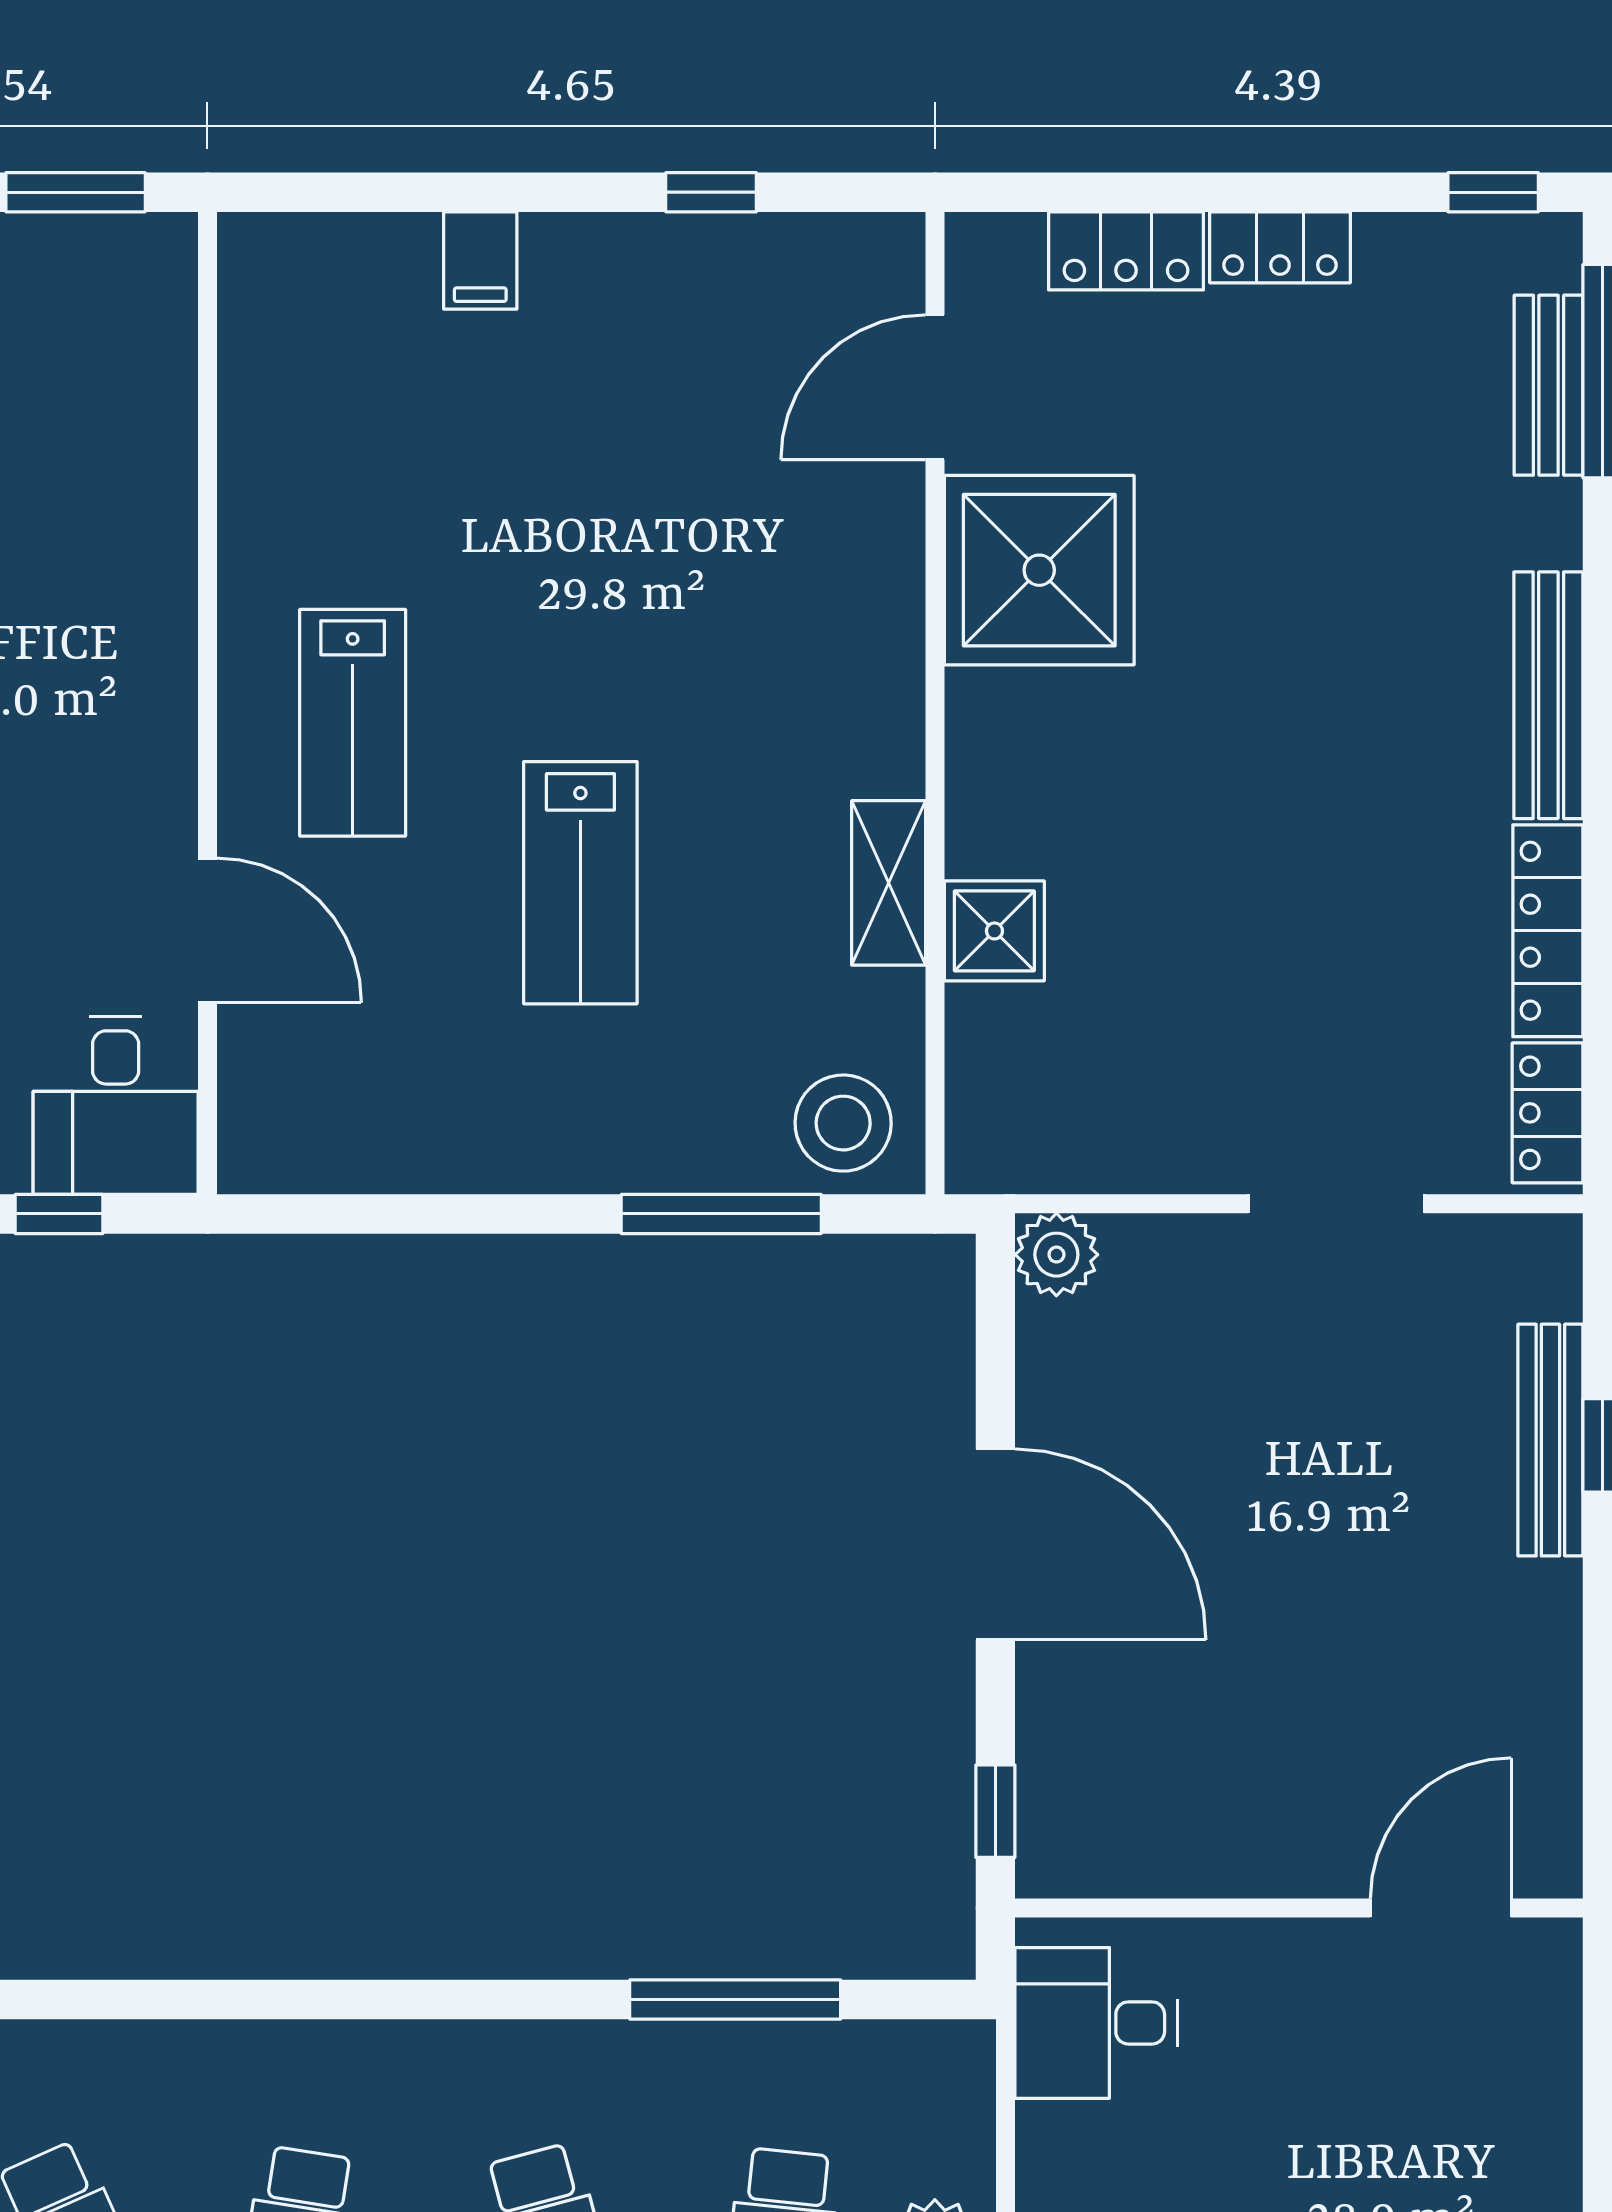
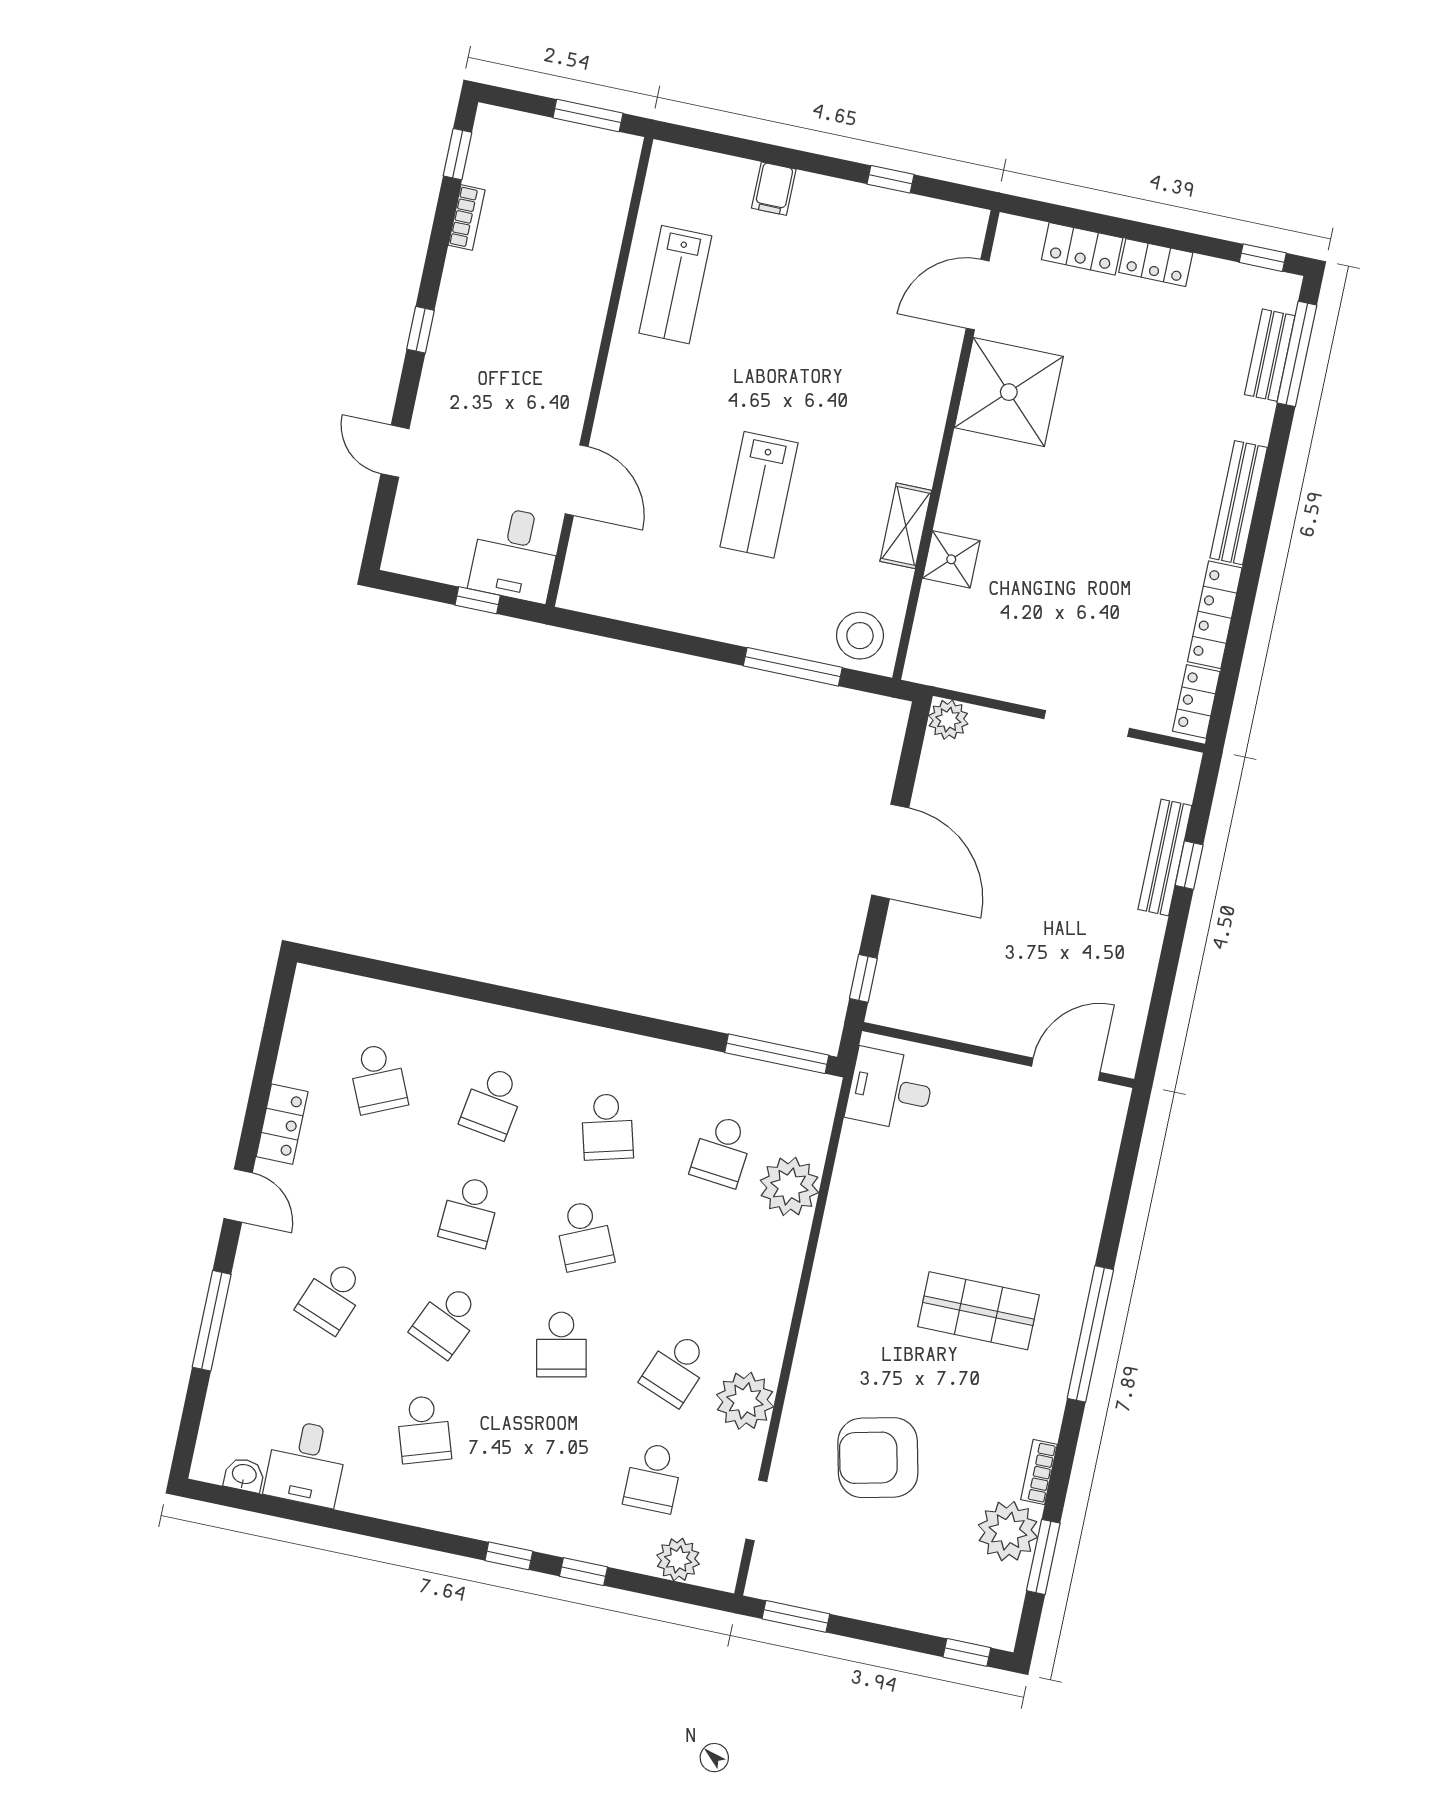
lab bench: (353, 723) -> (675, 285), moved
window: (735, 1999) -> (777, 1054), moved

